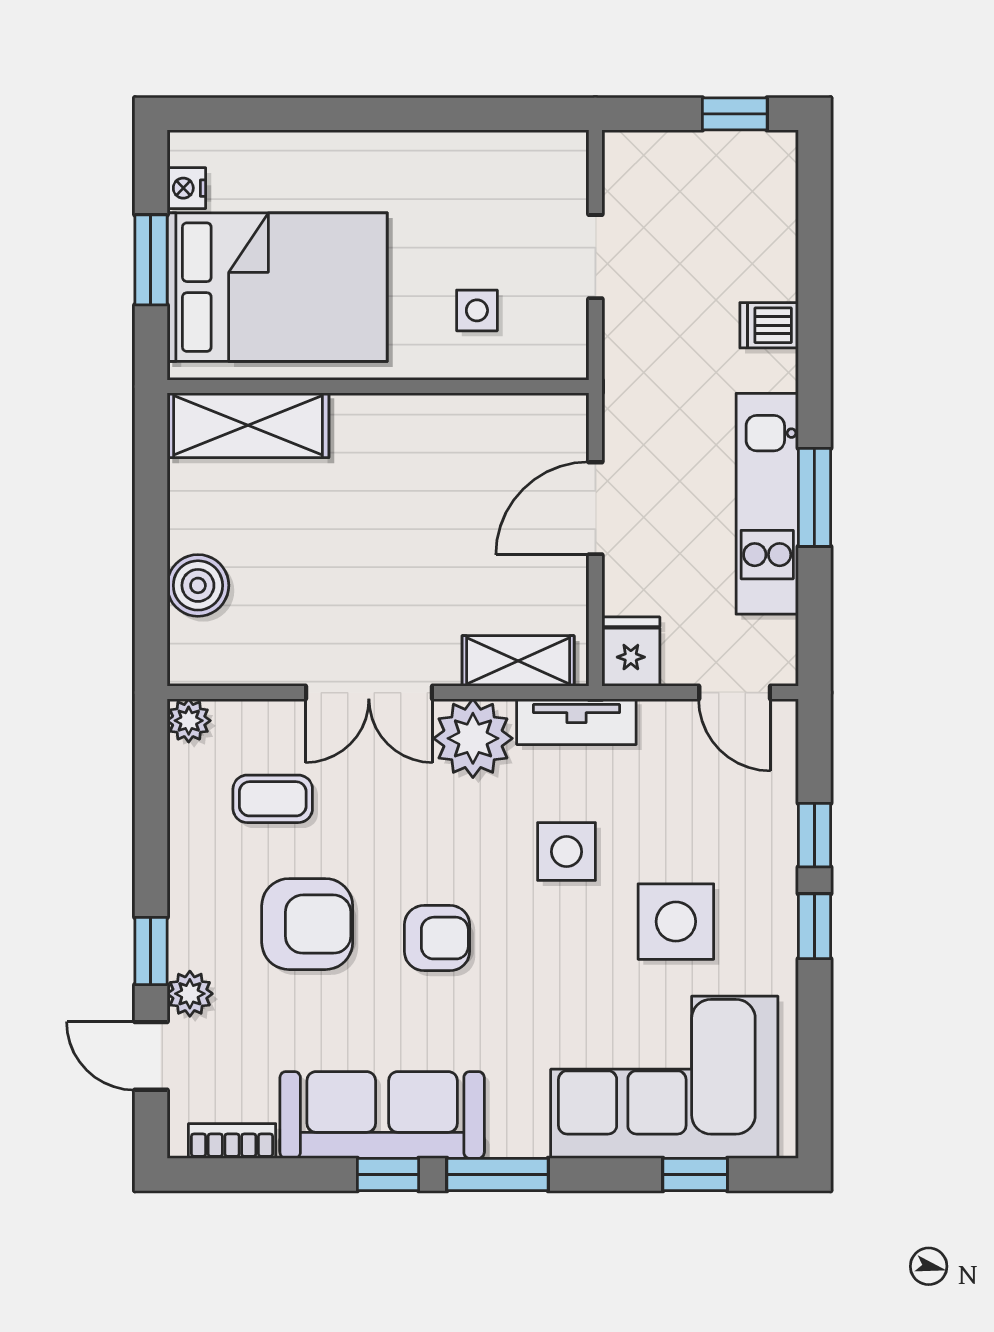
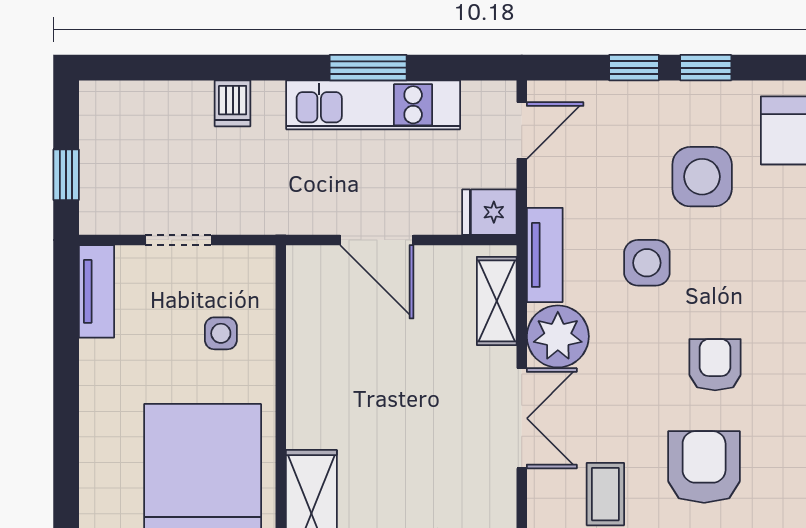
window: (735, 114) -> (66, 175), moved
tv unit: (530, 152) -> (96, 291), added

